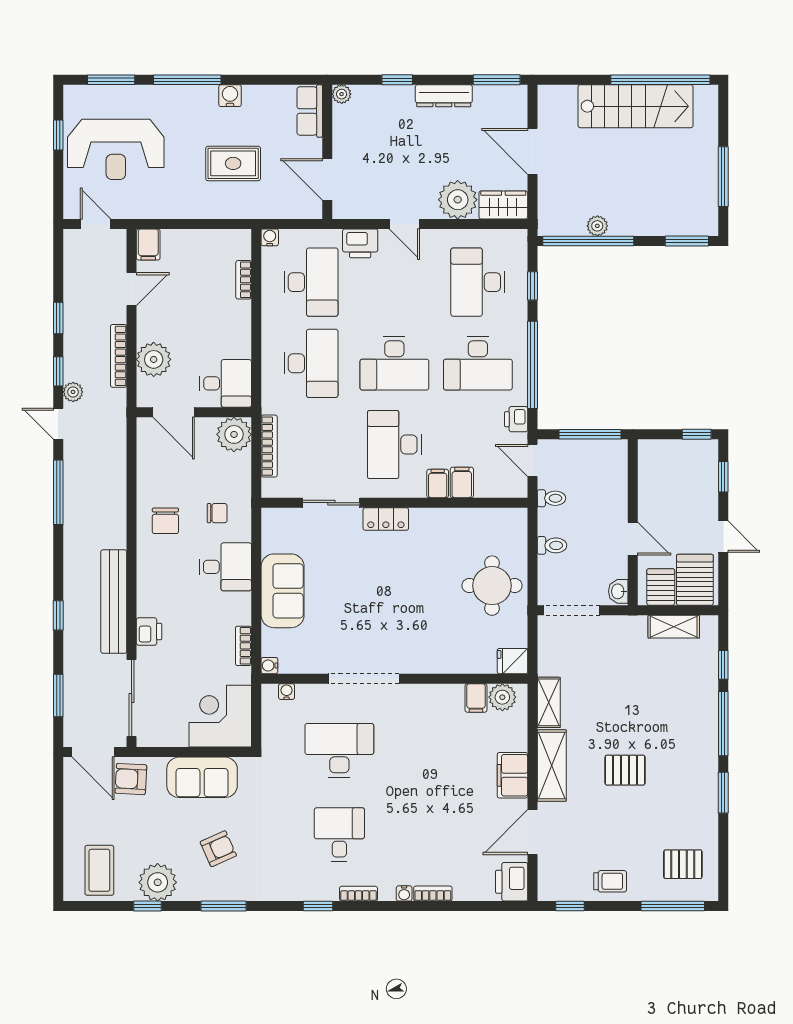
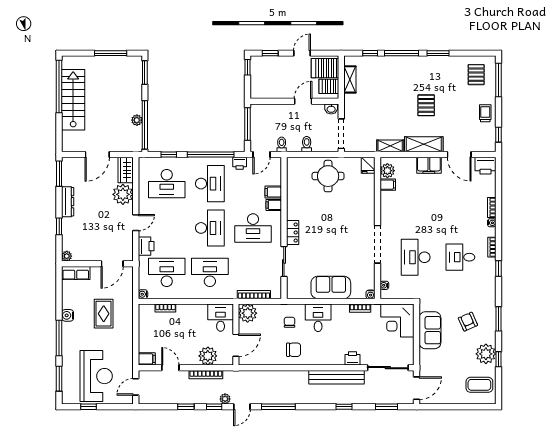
armchair: (131, 779) -> (431, 368), removed

